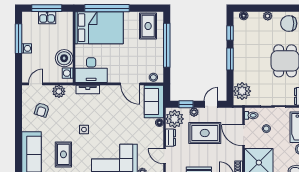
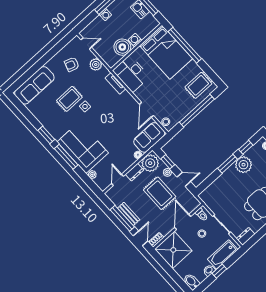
washing machine: (68, 73) -> (135, 40), moved
plant: (242, 91) -> (243, 165), moved
rug: (63, 154) -> (69, 99), moved

